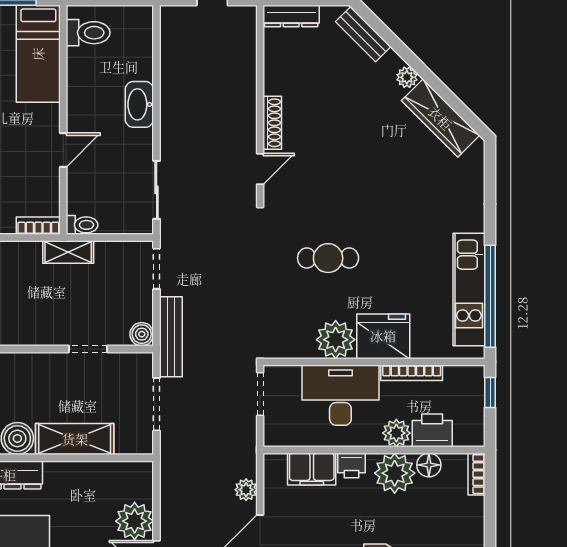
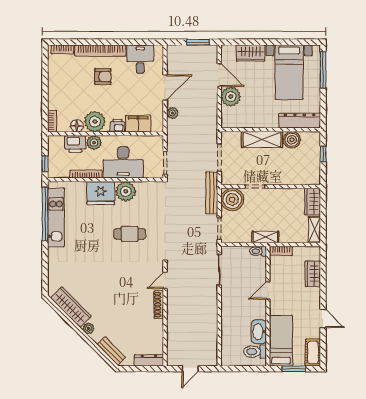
washbasin: (139, 104) -> (259, 332), moved, turned 180
boiler: (142, 334) -> (232, 199), width x1.86, depth x1.86

